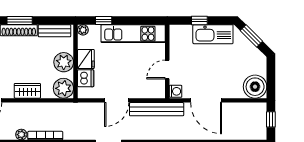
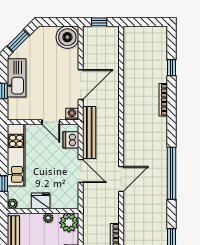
plant: (64, 62) -> (48, 218), width x0.53, depth x0.53
dishwasher: (86, 78) -> (71, 140), moved, turned -90

